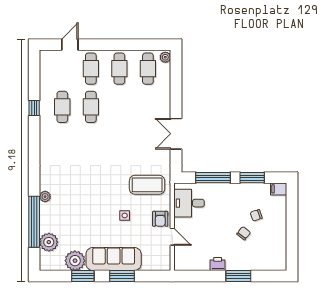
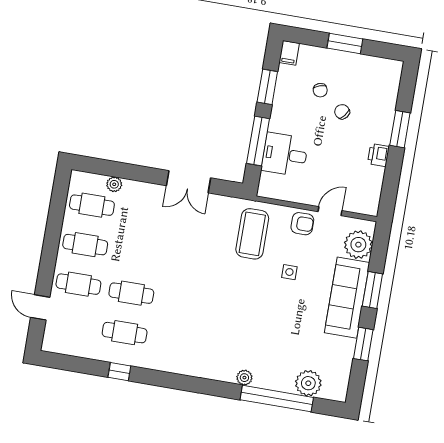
plant: (165, 57) -> (114, 184), moved
desk: (189, 203) -> (285, 154), moved, turned 90
window: (292, 227) -> (345, 43), added
plant: (75, 261) -> (358, 245), moved

